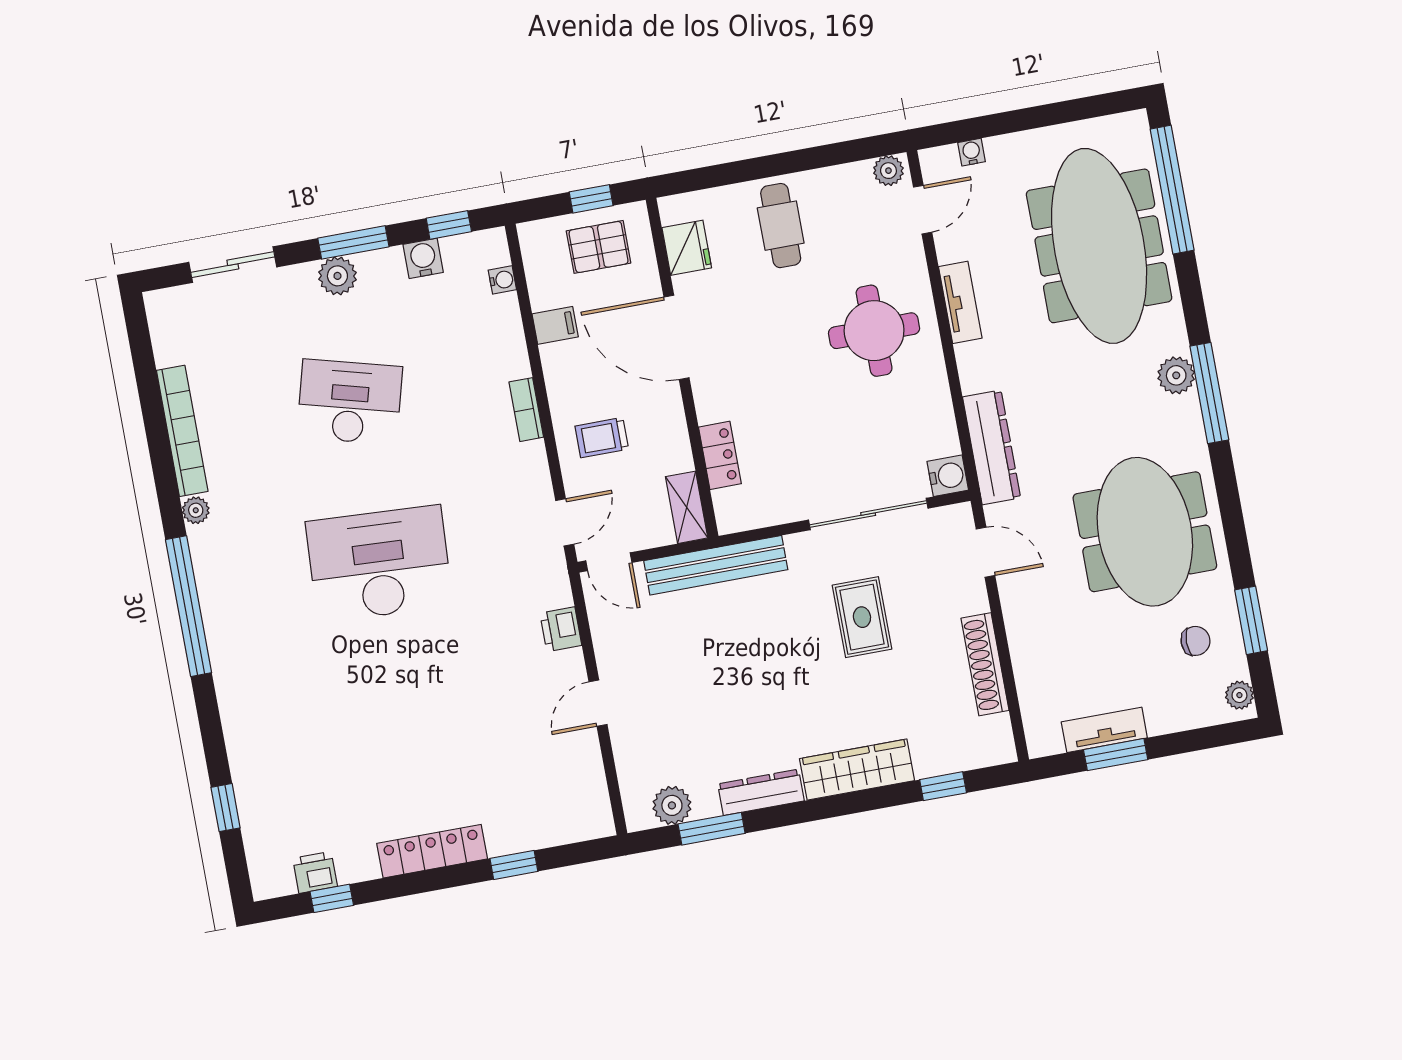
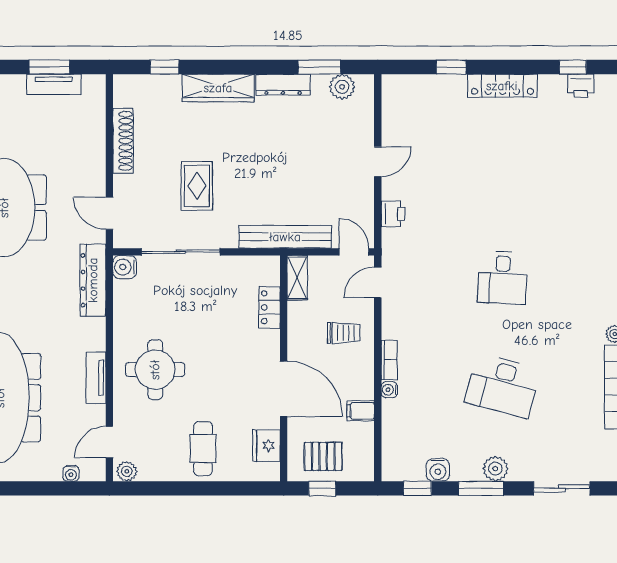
water cooler: (502, 280) -> (389, 390), moved
desk: (379, 564) -> (502, 278), width x0.53, depth x0.77

